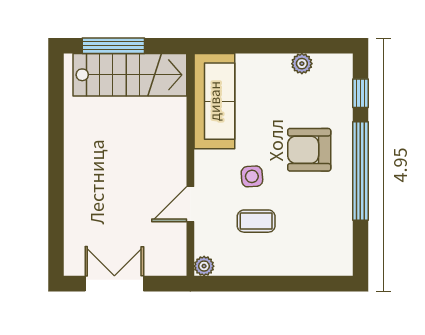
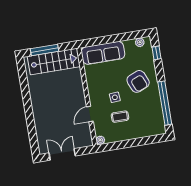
plant: (302, 64) -> (140, 42), moved
sofa: (214, 101) -> (103, 53), moved, turned 90
armchair: (309, 150) -> (138, 81), turned -113
window: (360, 171) -> (165, 103), moved

